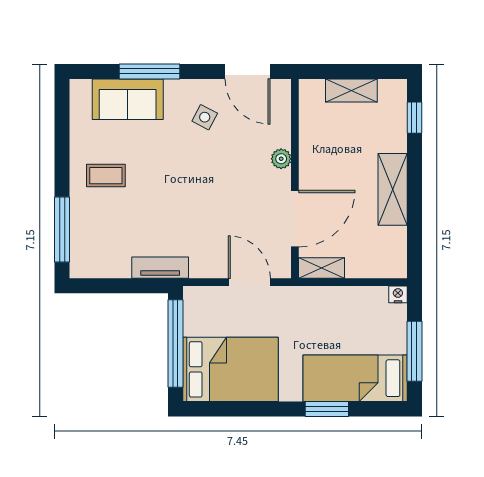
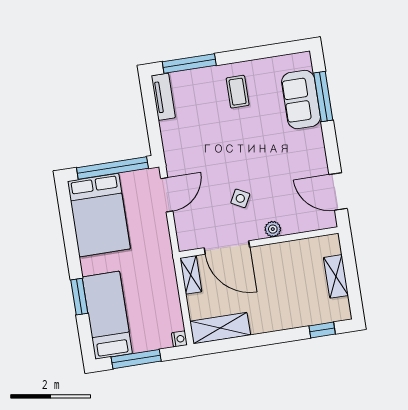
window: (149, 71) -> (323, 97), moved
door: (248, 71) -> (338, 191), hinge flipped
side table: (205, 117) -> (240, 198), moved
shelving: (393, 189) -> (220, 328), moved
tv unit: (160, 268) -> (163, 97), moved
door: (249, 282) -> (167, 195), moved

